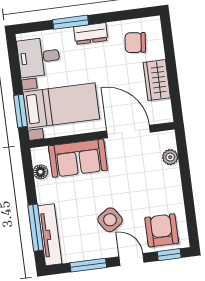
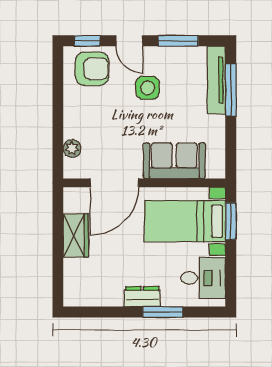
chair: (135, 43) -> (94, 280), removed
door: (129, 132) -> (114, 183), hinge flipped
floor lamp: (40, 172) -> (218, 151), removed
side table: (110, 220) -> (148, 88), turned 34
armchair: (162, 230) -> (92, 69), turned -90

